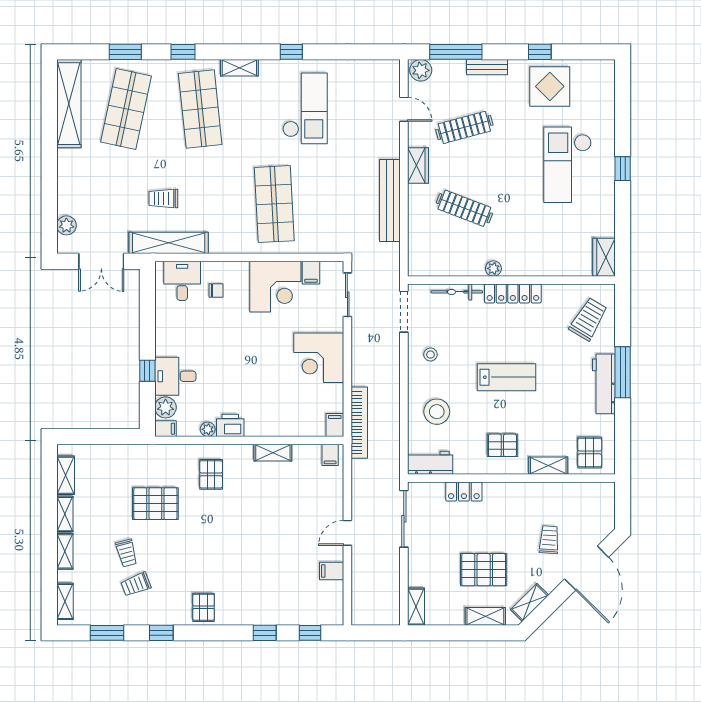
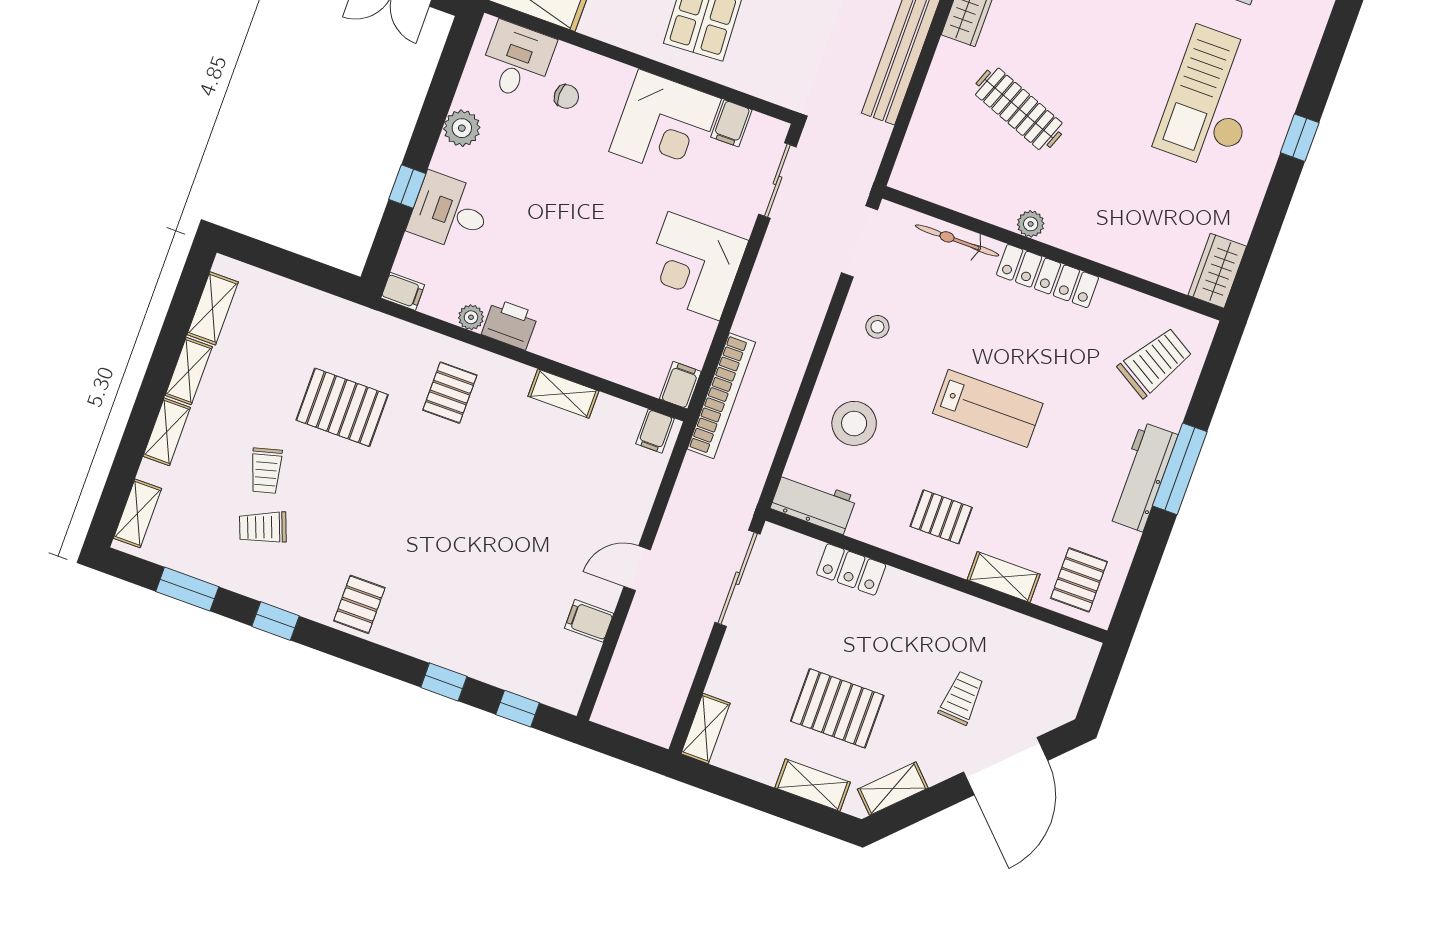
plant: (166, 407) -> (462, 128), moved

